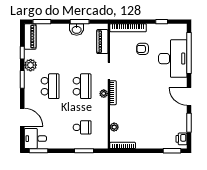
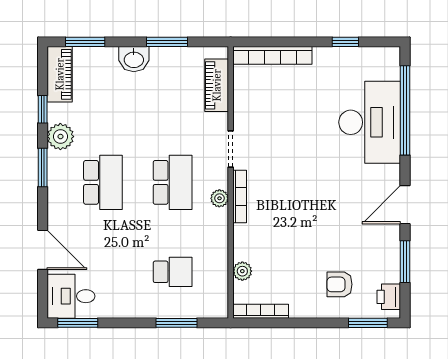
washbasin: (77, 30) -> (134, 59), moved
armchair: (143, 49) -> (339, 284), moved
door: (189, 96) -> (405, 205), hinge flipped

